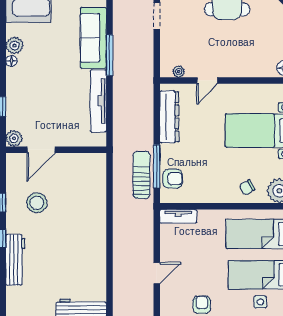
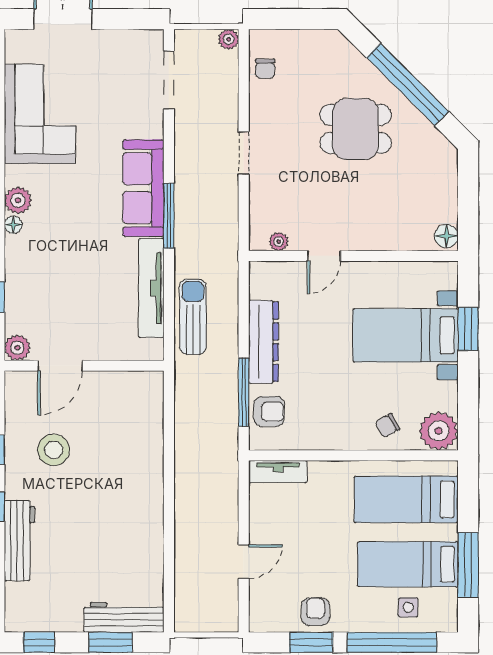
dresser: (169, 117) -> (264, 342), moved
sun lounger: (141, 175) -> (193, 317), moved

